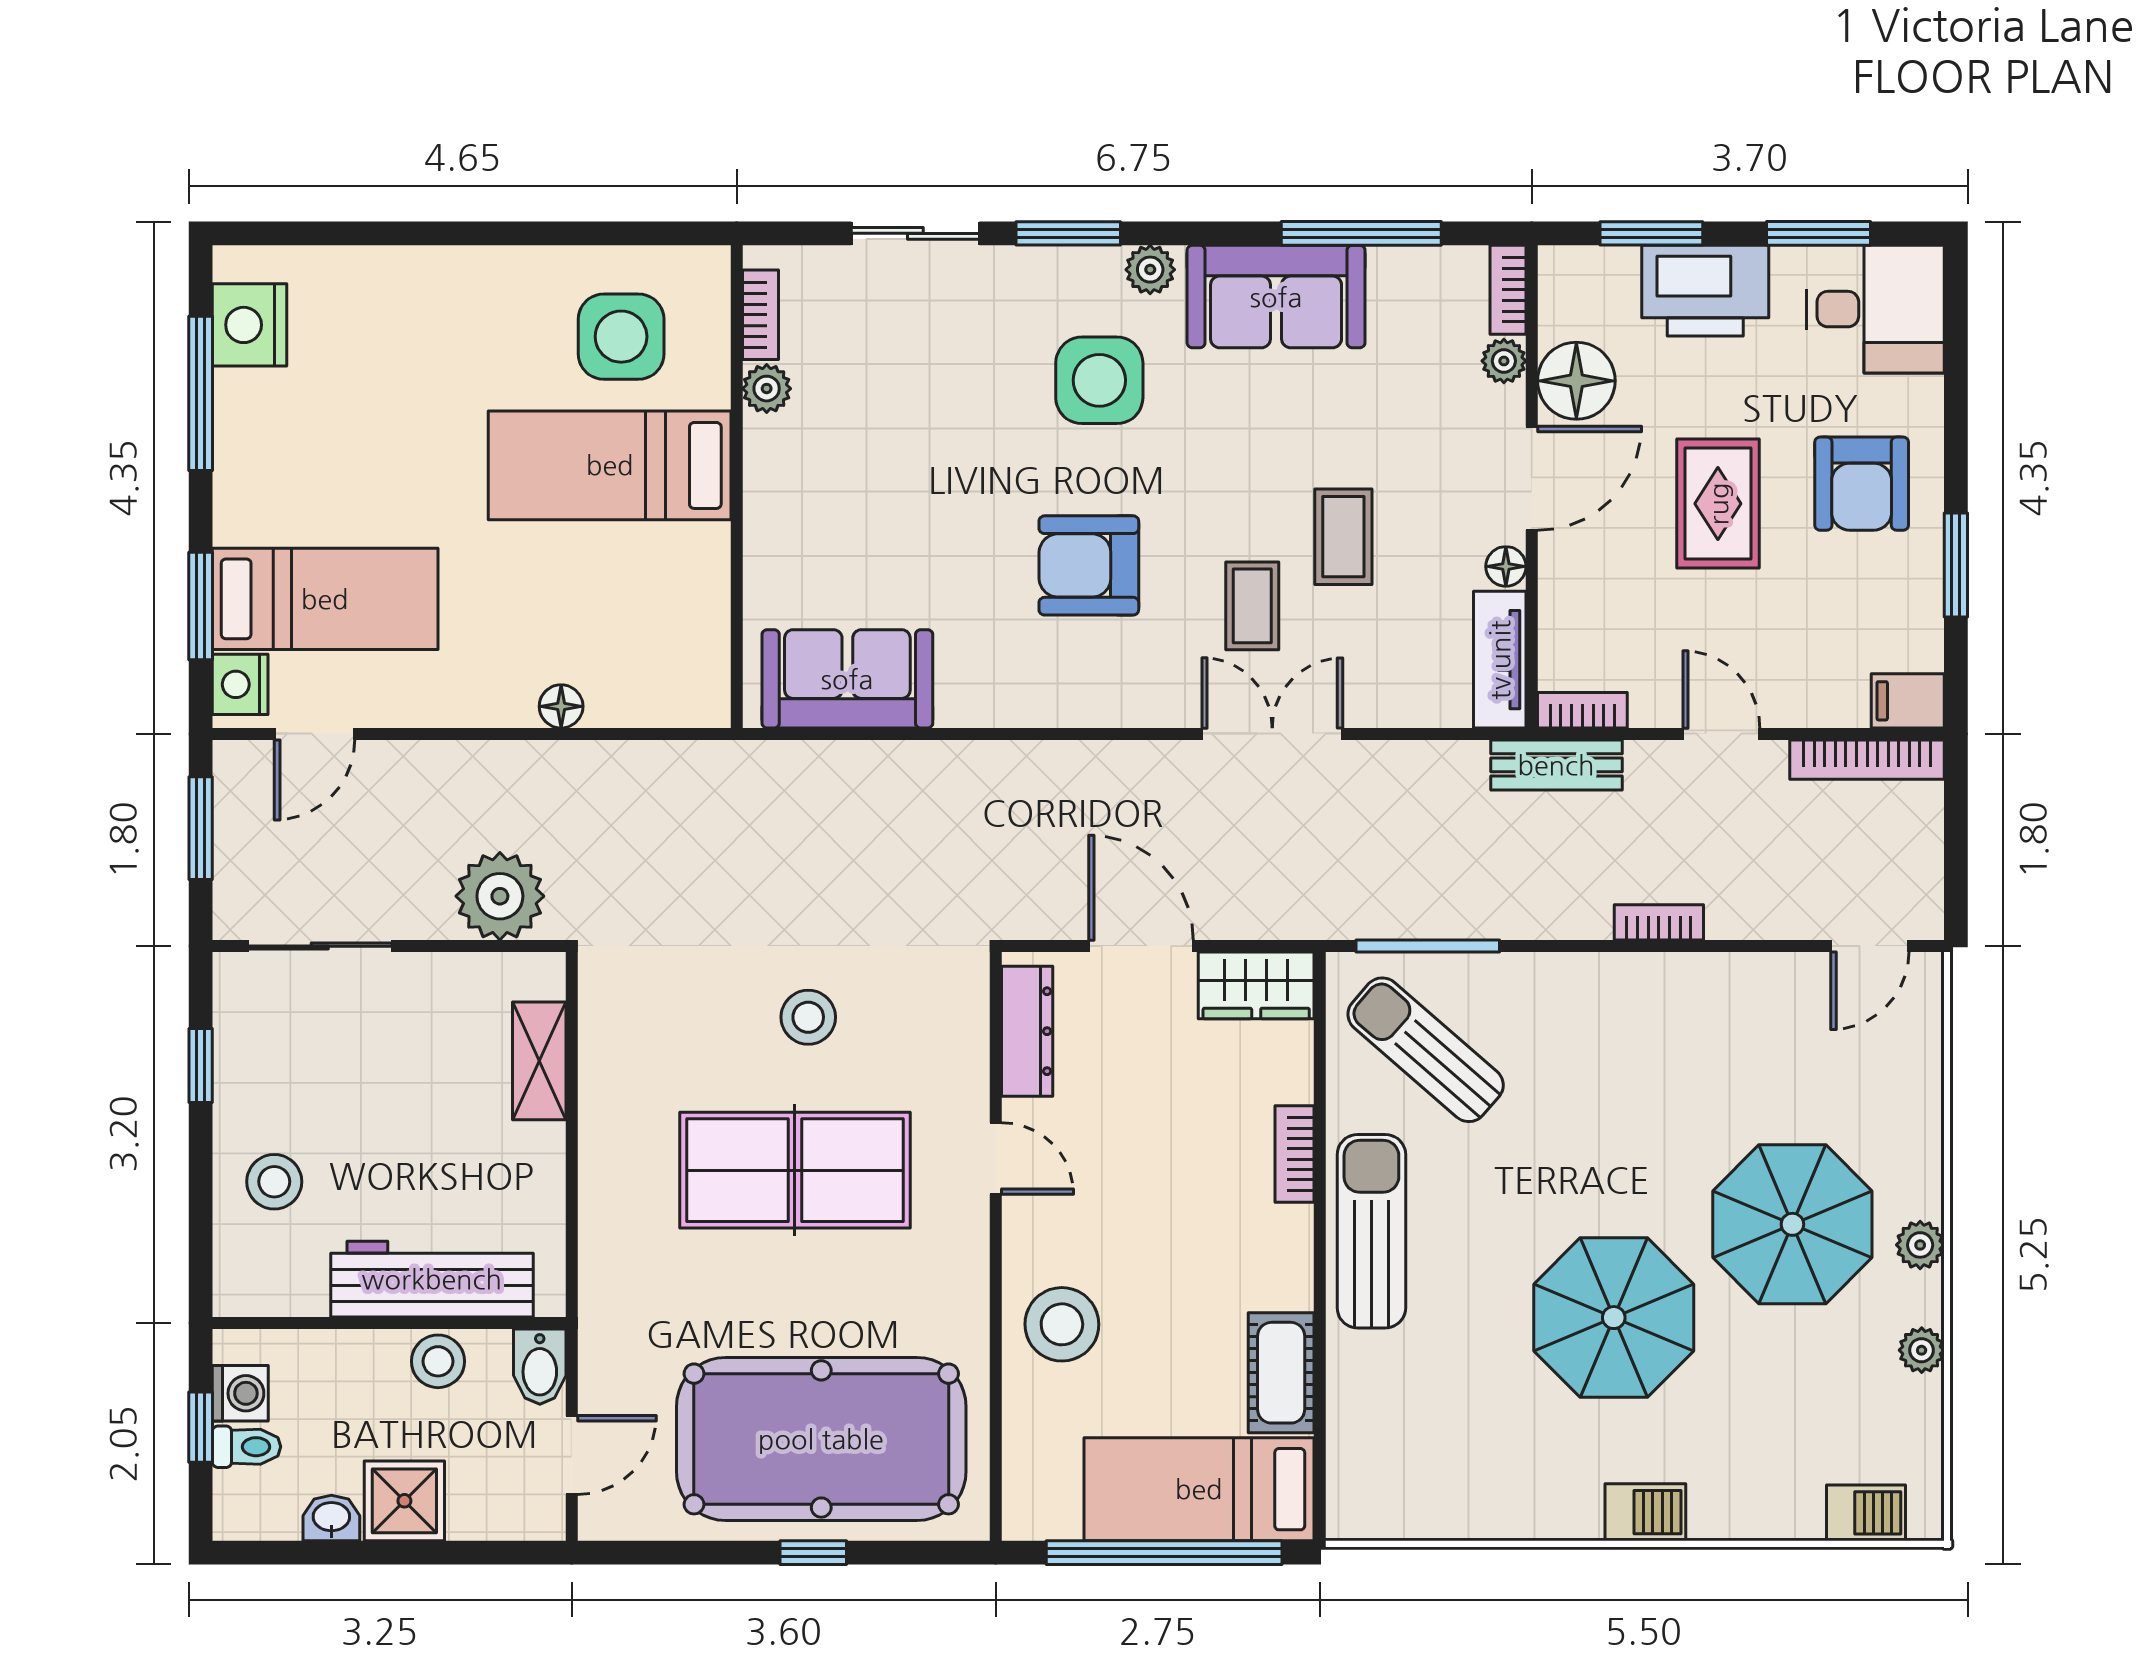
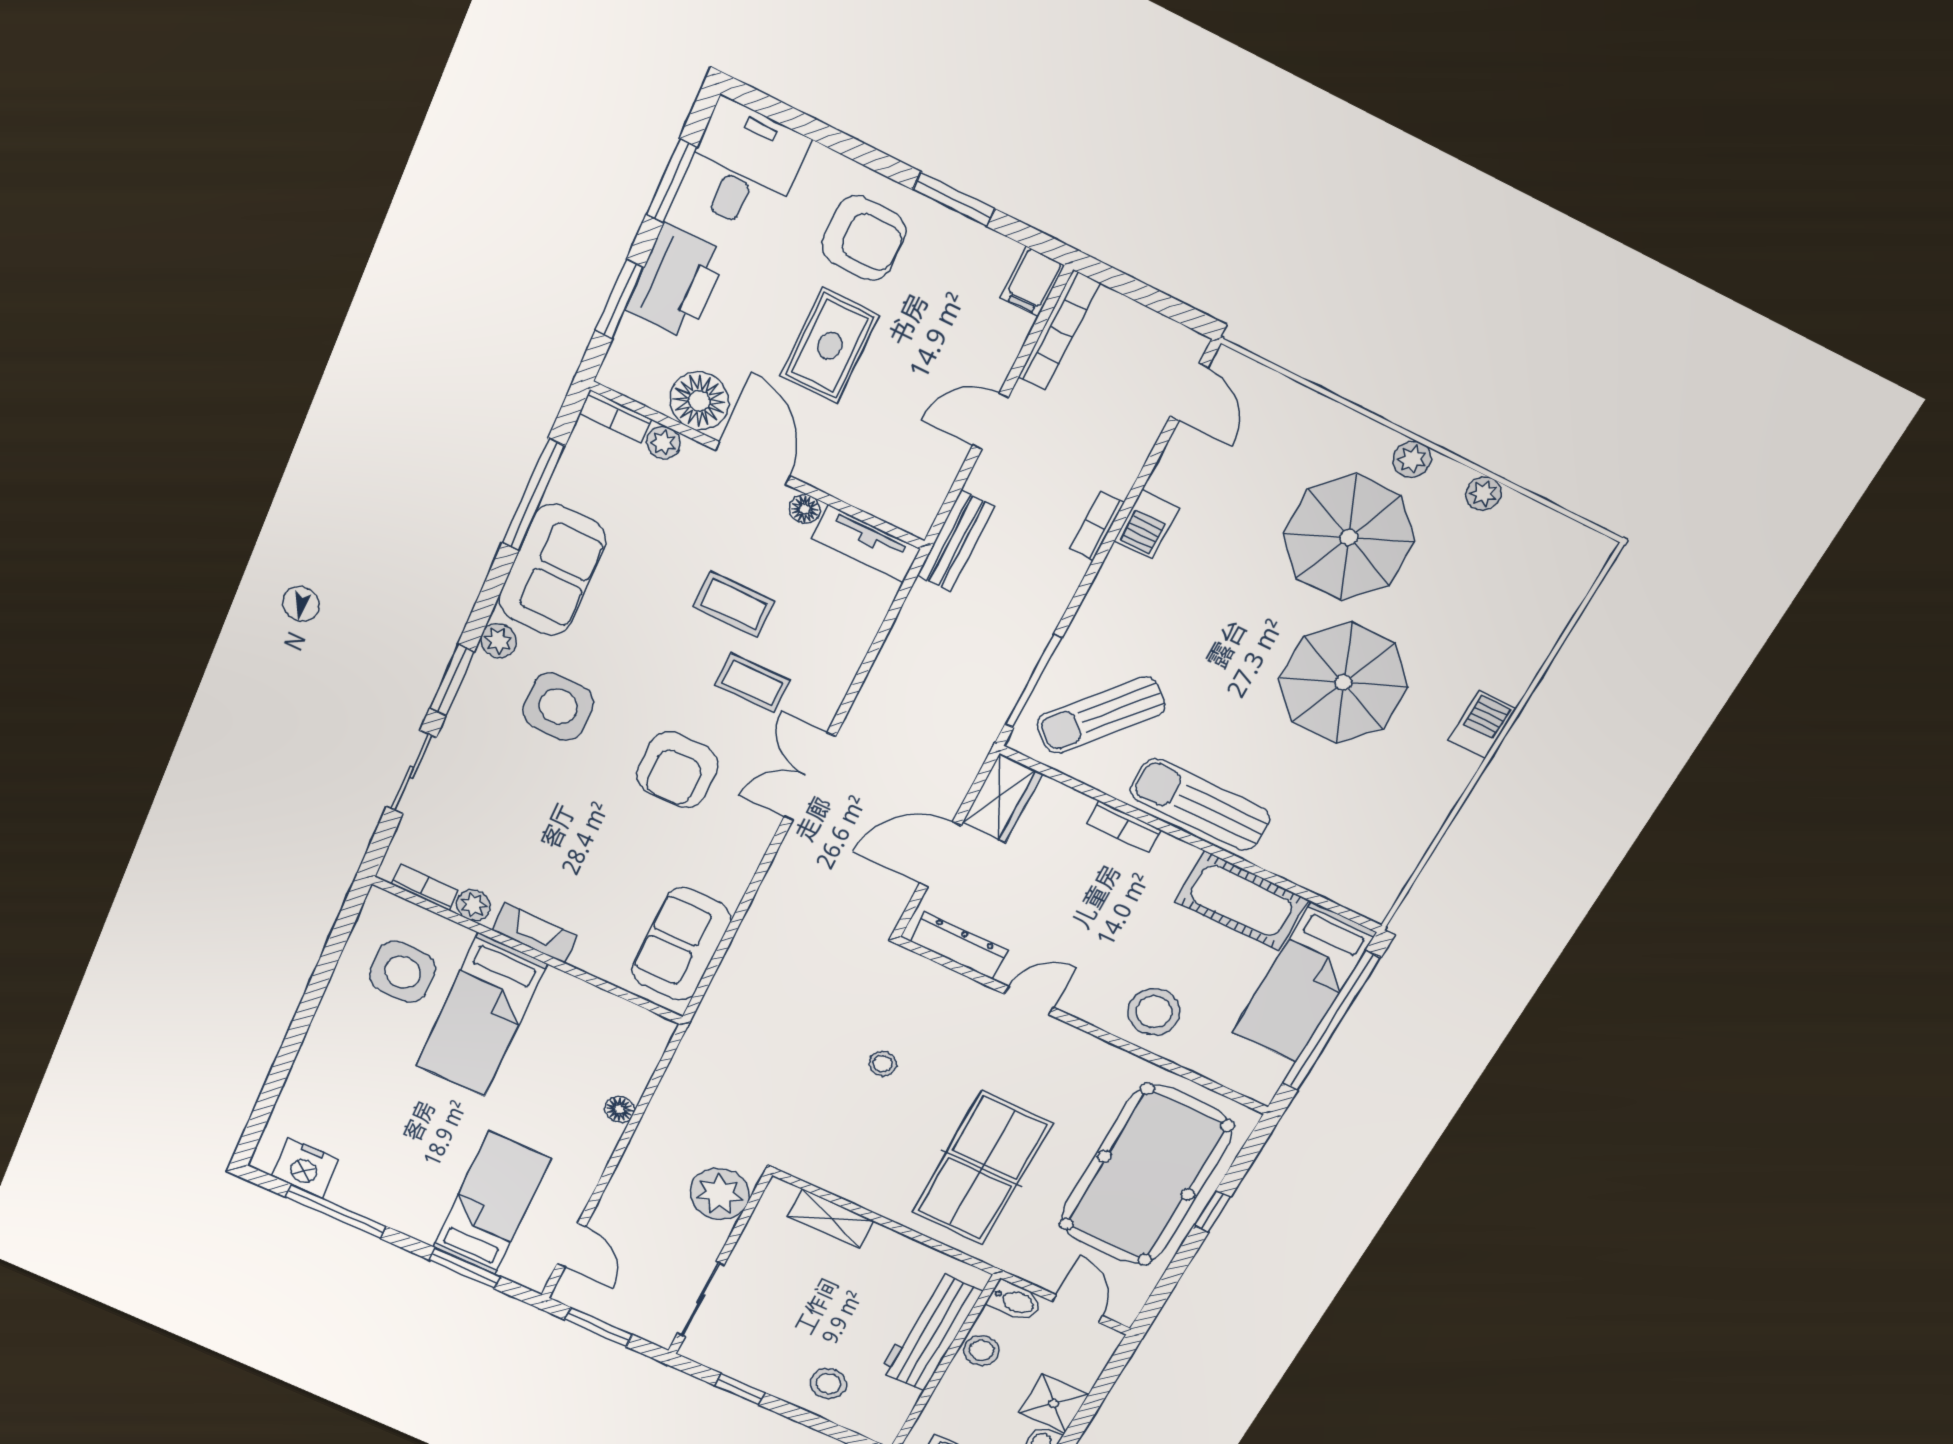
fireplace: (767, 484) -> (534, 933), added
rug: (1718, 504) -> (830, 346), turned 90
nightstand: (240, 684) -> (522, 1269), removed
bookcase: (1582, 710) -> (927, 506), removed
double door: (1272, 734) -> (810, 777), moved
stool: (808, 1017) -> (883, 1064), width x0.73, depth x0.73
table tennis table: (795, 1170) -> (982, 1168), moved
cot: (1281, 1373) -> (1241, 901), width x1.37, depth x1.34
barbecue: (1866, 1513) -> (1147, 524), moved, turned 180

